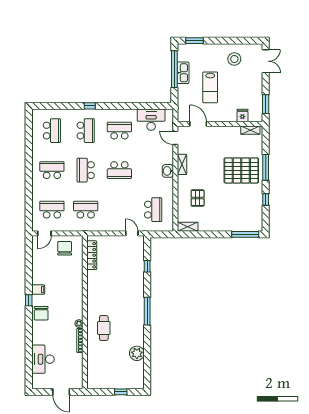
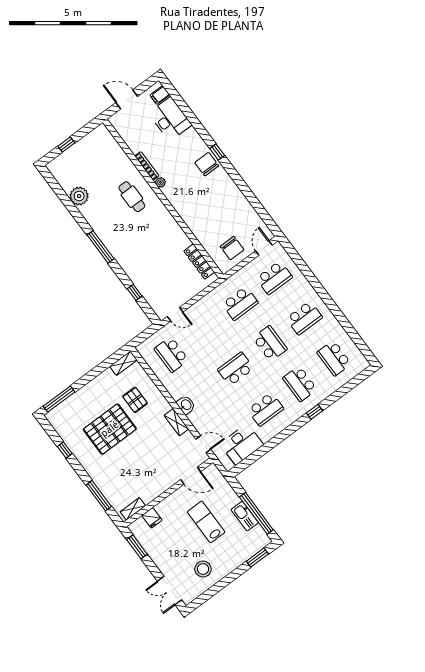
window: (266, 167) -> (99, 496), moved
pallet: (241, 170) -> (110, 429), moved
filing cabinet: (38, 290) -> (160, 95), moved
window: (29, 300) -> (217, 152), moved

